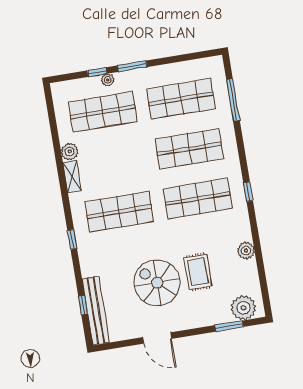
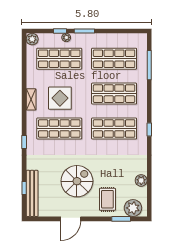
plant: (70, 152) -> (32, 39), moved
display table: (113, 168) -> (60, 98), added
plant: (246, 251) -> (141, 180), moved
rug: (198, 272) -> (107, 199), moved
spiral stairs: (157, 283) -> (77, 181), turned 90
door: (157, 338) -> (71, 219), hinge flipped

